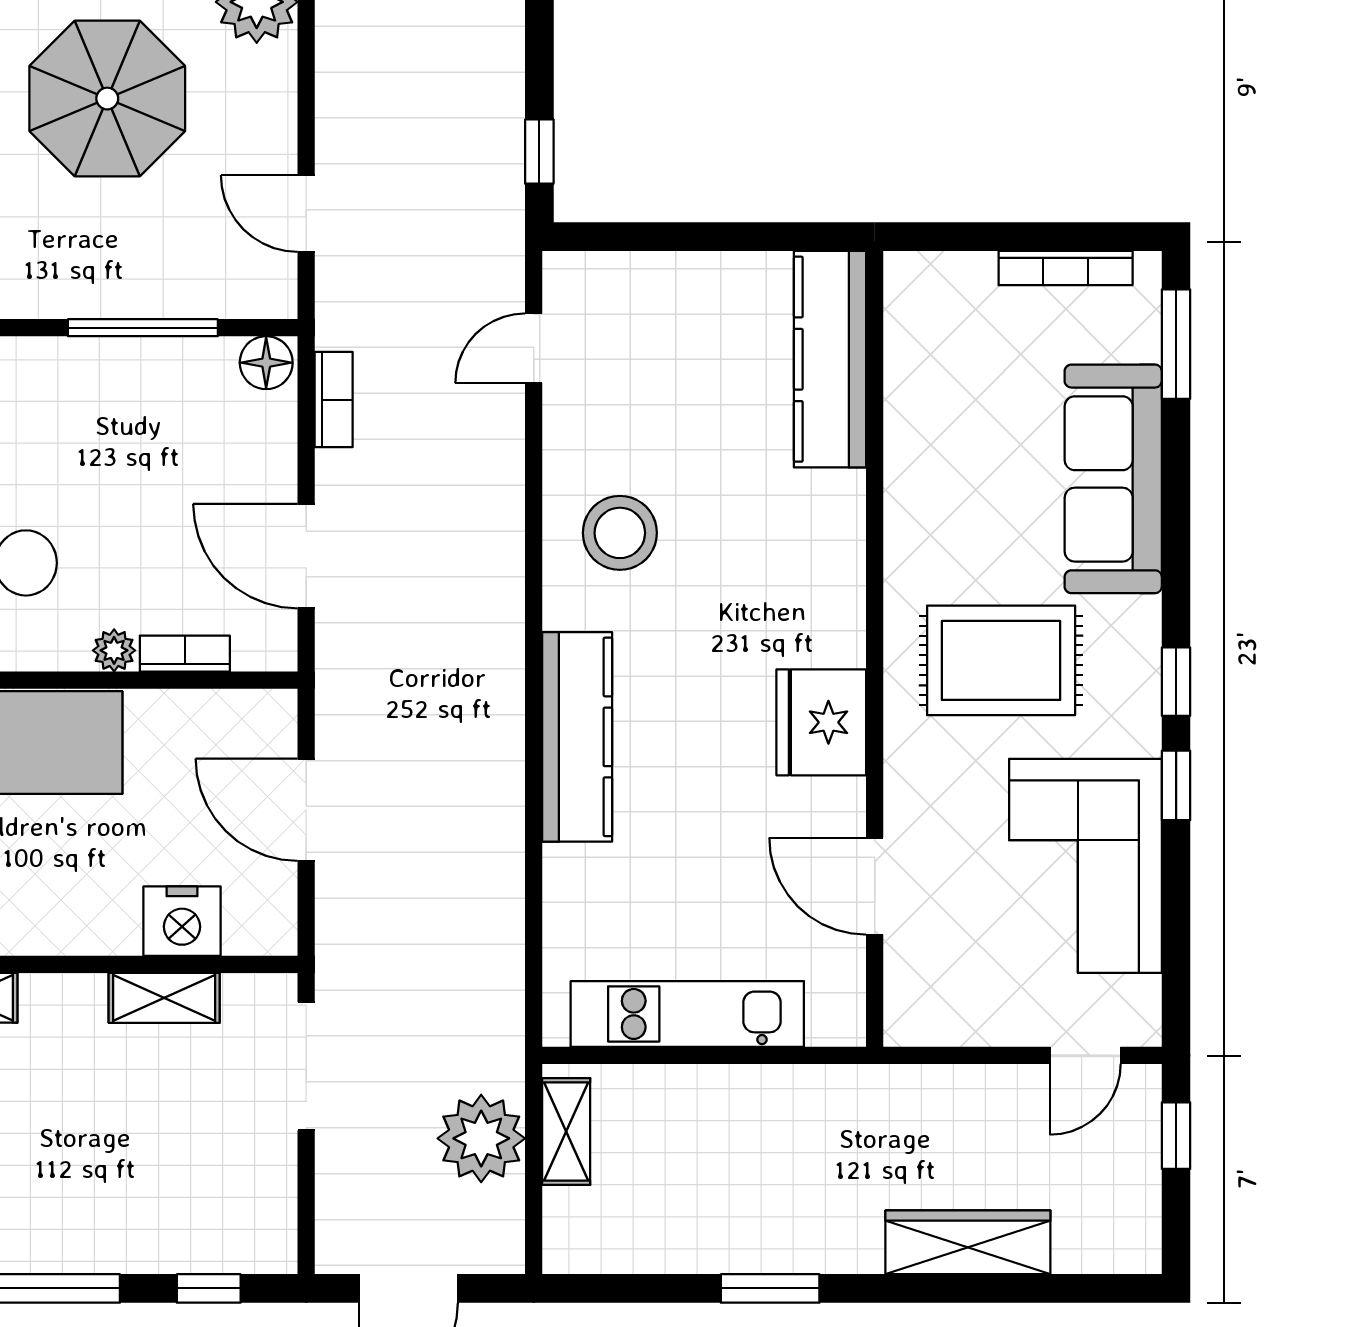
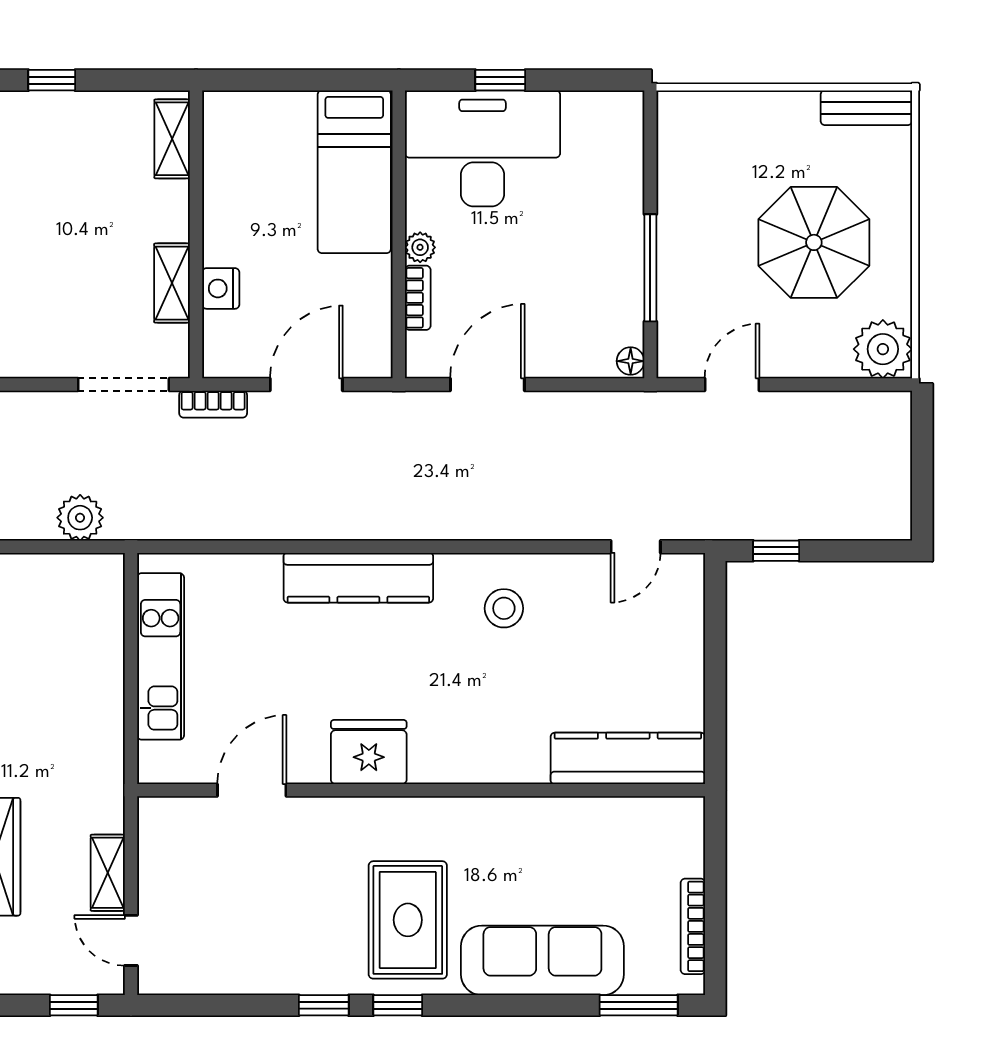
door: (534, 348) -> (636, 547), swing flipped
floor lamp: (266, 363) -> (631, 361), width x0.73, depth x0.73
bookcase: (334, 400) -> (213, 404), moved
stool: (620, 533) -> (504, 608), width x0.73, depth x0.73
rug: (1001, 660) -> (408, 920), moved
corner sofa: (1085, 866) -> (266, 941), removed
nightstand: (182, 921) -> (221, 288), width x0.74, depth x0.75
shelving: (566, 1132) -> (108, 873), moved, turned 90
plant: (481, 1138) -> (80, 518), width x0.73, depth x0.73

